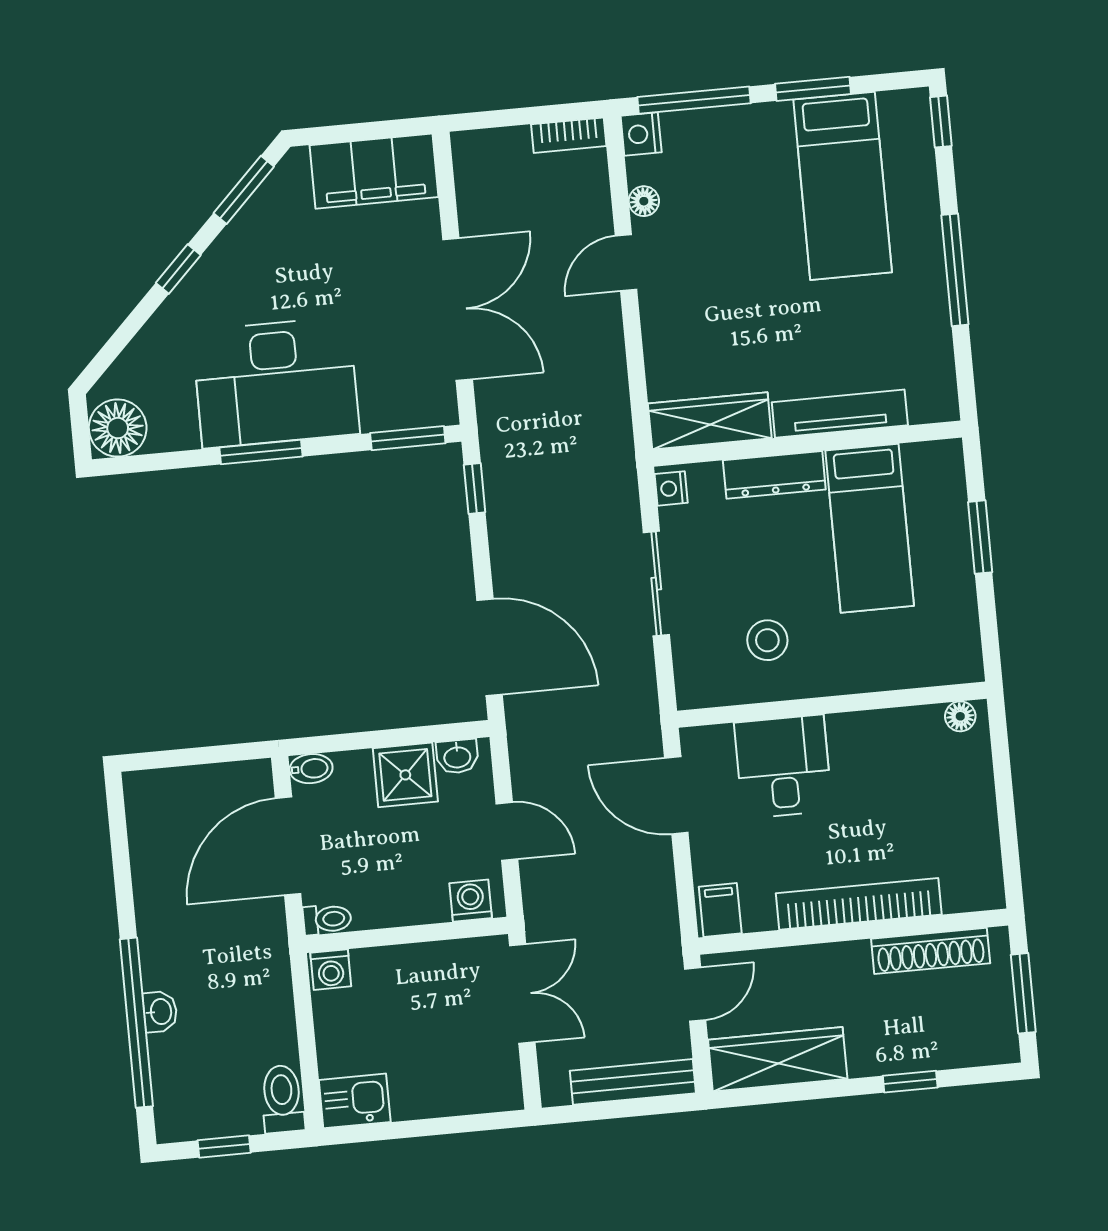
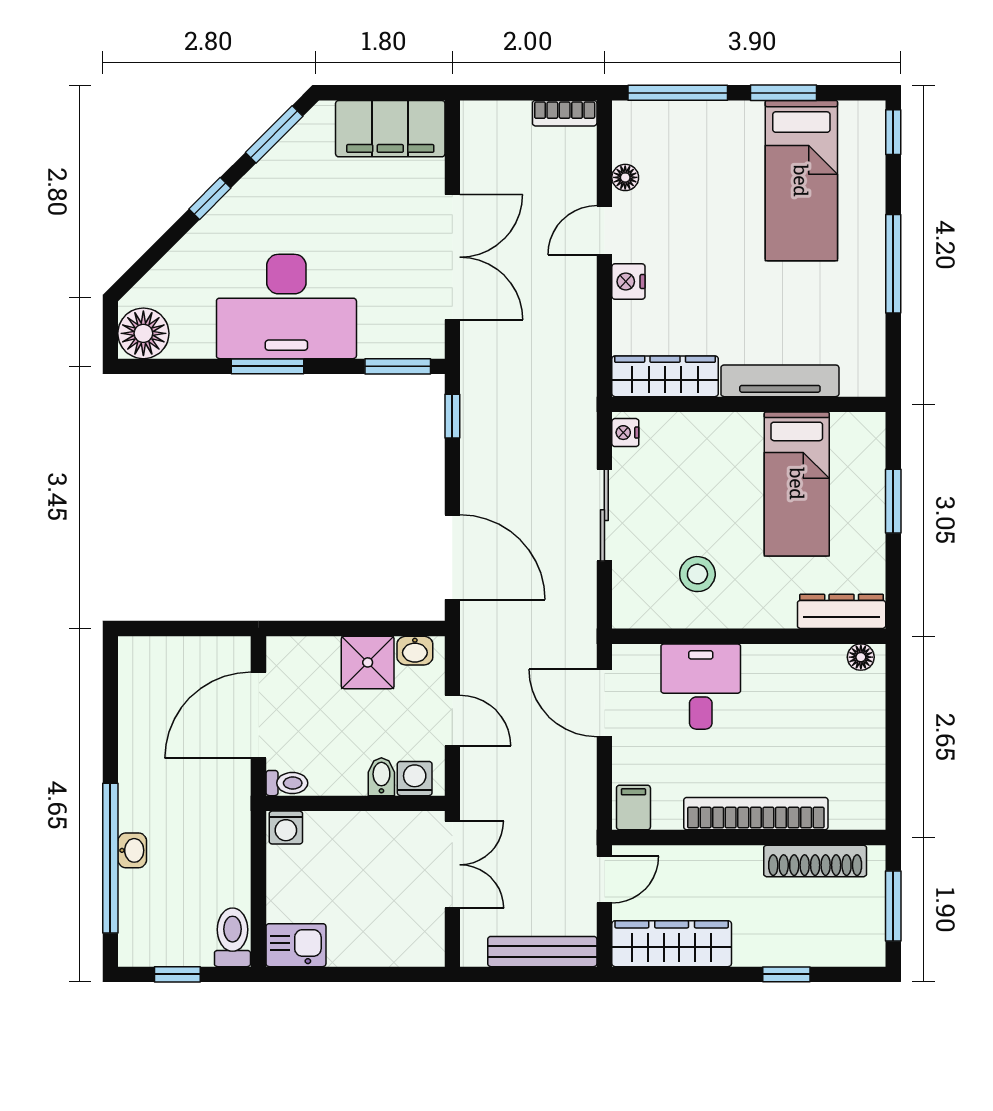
nightstand: (641, 134) -> (628, 282), moved
dresser: (774, 475) -> (842, 611), moved, turned 180
bidet: (311, 769) -> (381, 777), moved, turned -90

